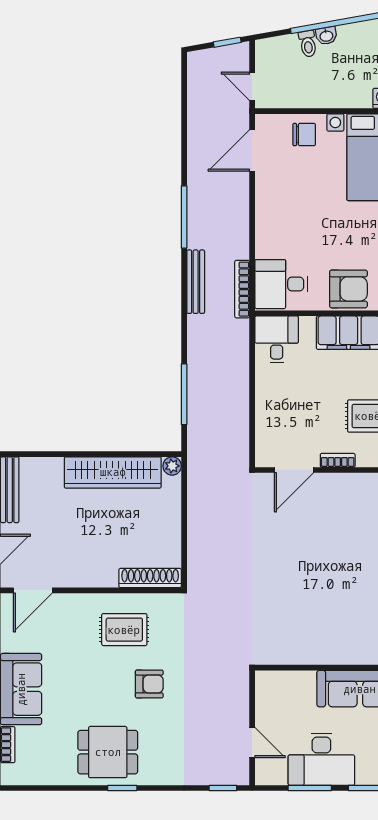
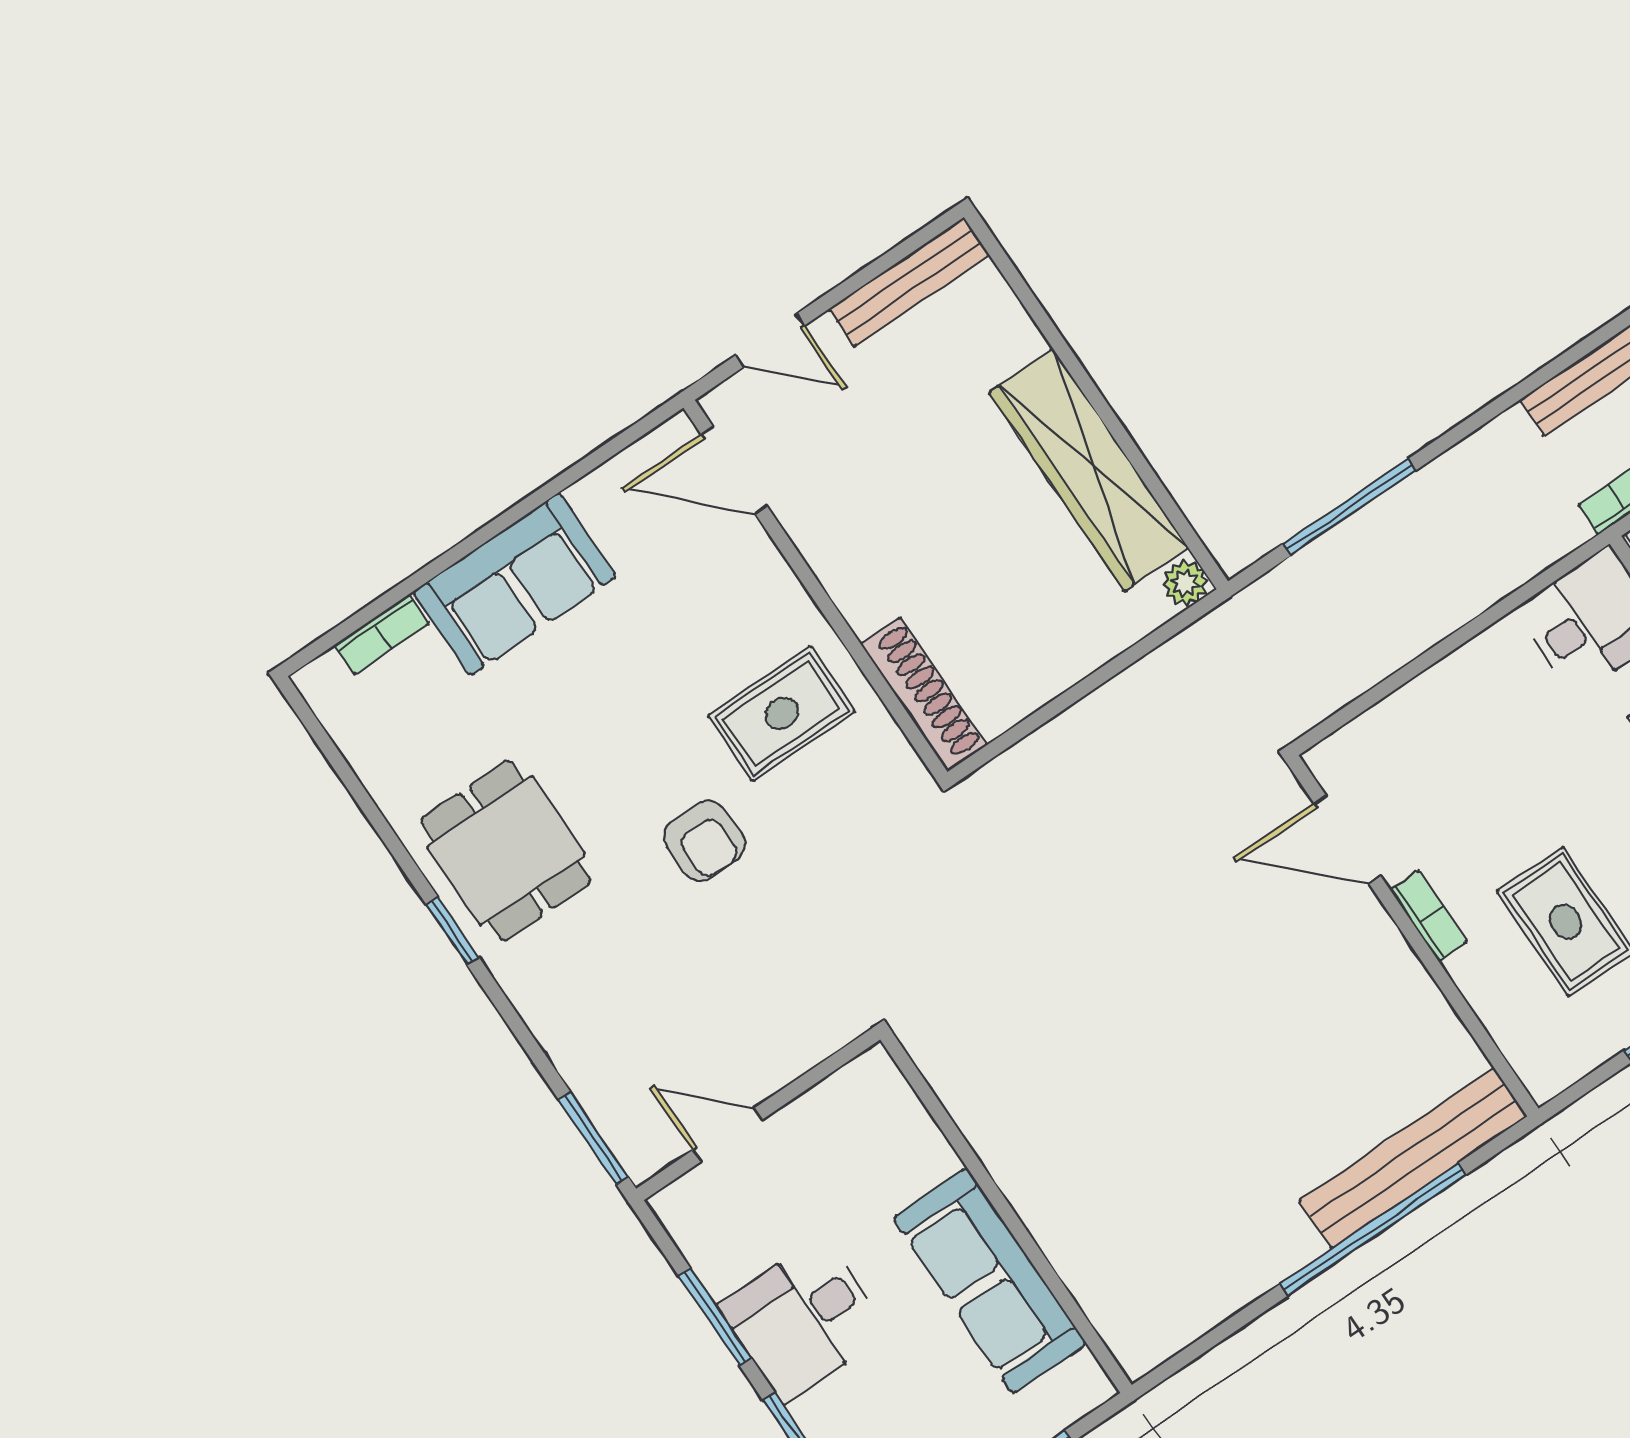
rug: (124, 630) -> (782, 713), turned 90
door: (252, 743) -> (728, 1135), swing flipped
desk: (321, 759) -> (803, 1319), width x0.73
window: (223, 788) -> (593, 1138), width x1.50

